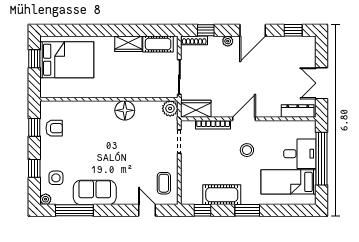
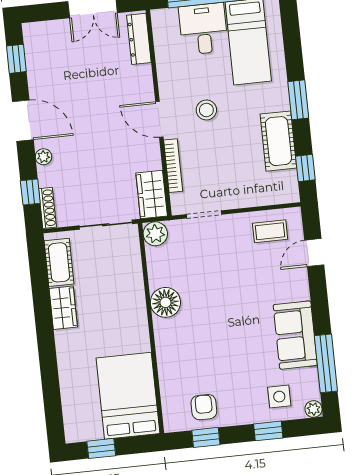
bed: (67, 60) -> (128, 396), moved

